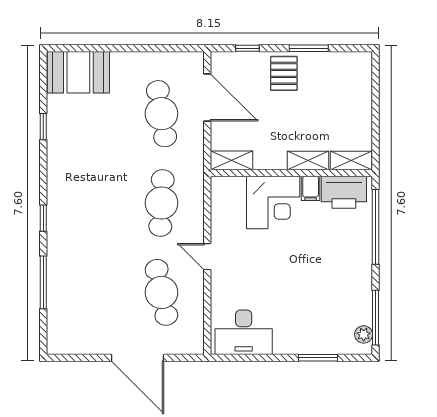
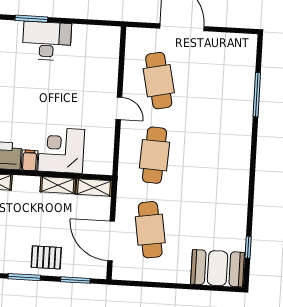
window: (247, 48) -> (75, 280), width x1.50
pallet: (284, 73) -> (46, 257), turned 90
window: (43, 127) -> (248, 247), moved
shelving: (308, 161) -> (58, 185), moved
window: (43, 218) -> (254, 148), removed
desk: (244, 332) -> (47, 41), moved

